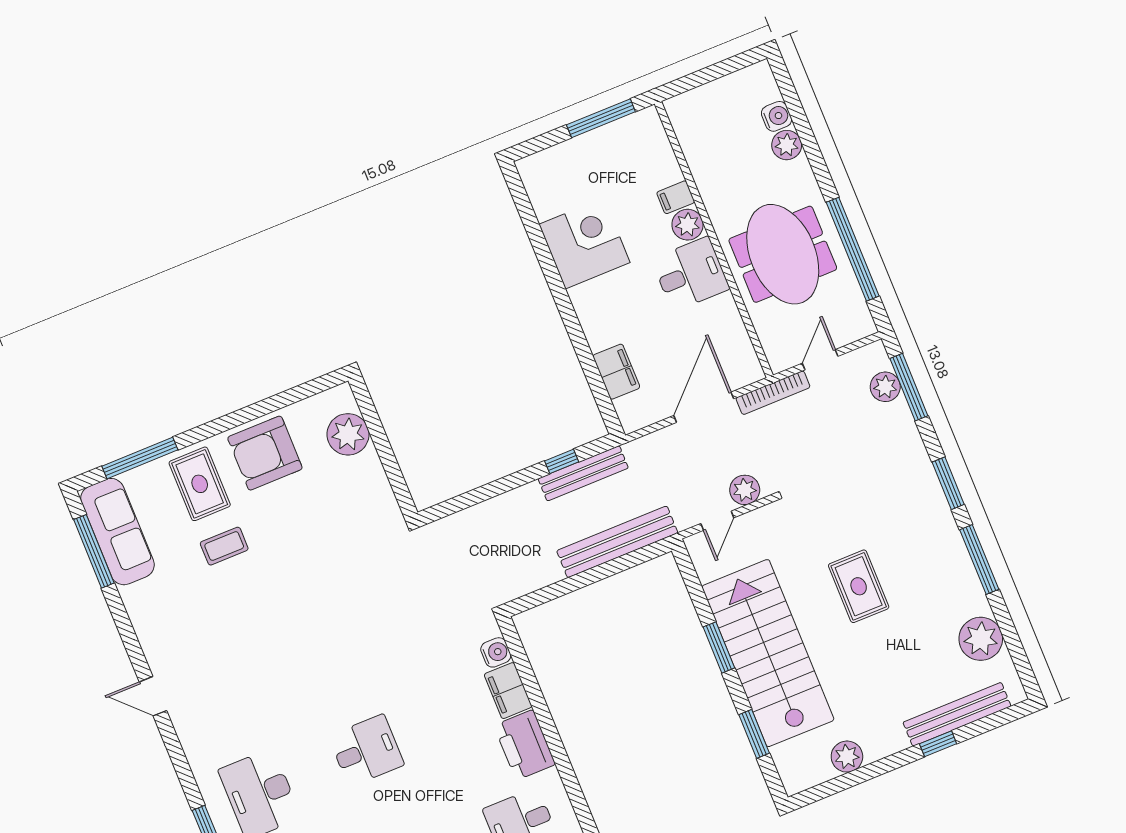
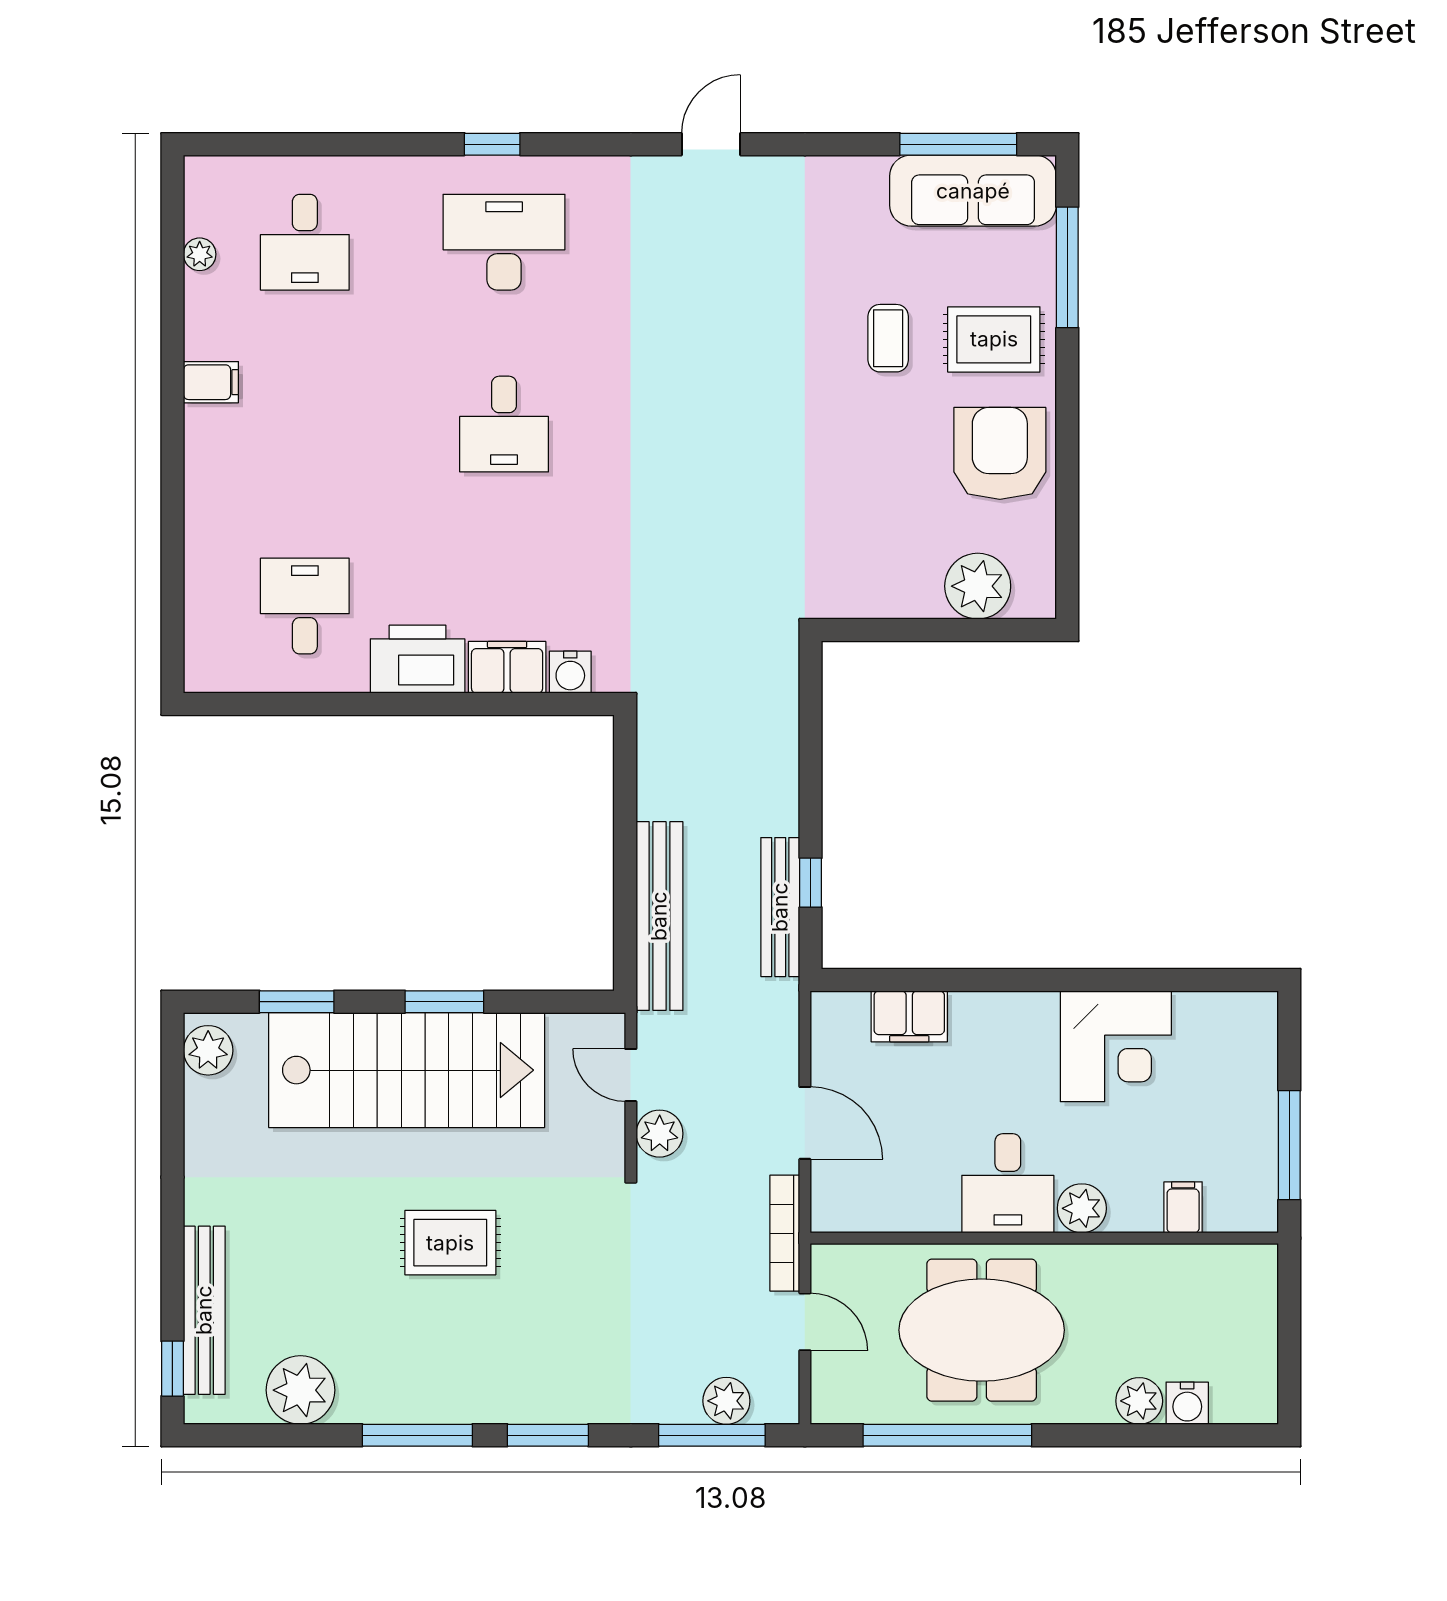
filing cabinet: (676, 197) -> (1183, 1207), moved
door: (704, 407) -> (805, 1123), width x0.73
window: (938, 744) -> (172, 1369), moved
plant: (847, 757) -> (208, 1050), moved

